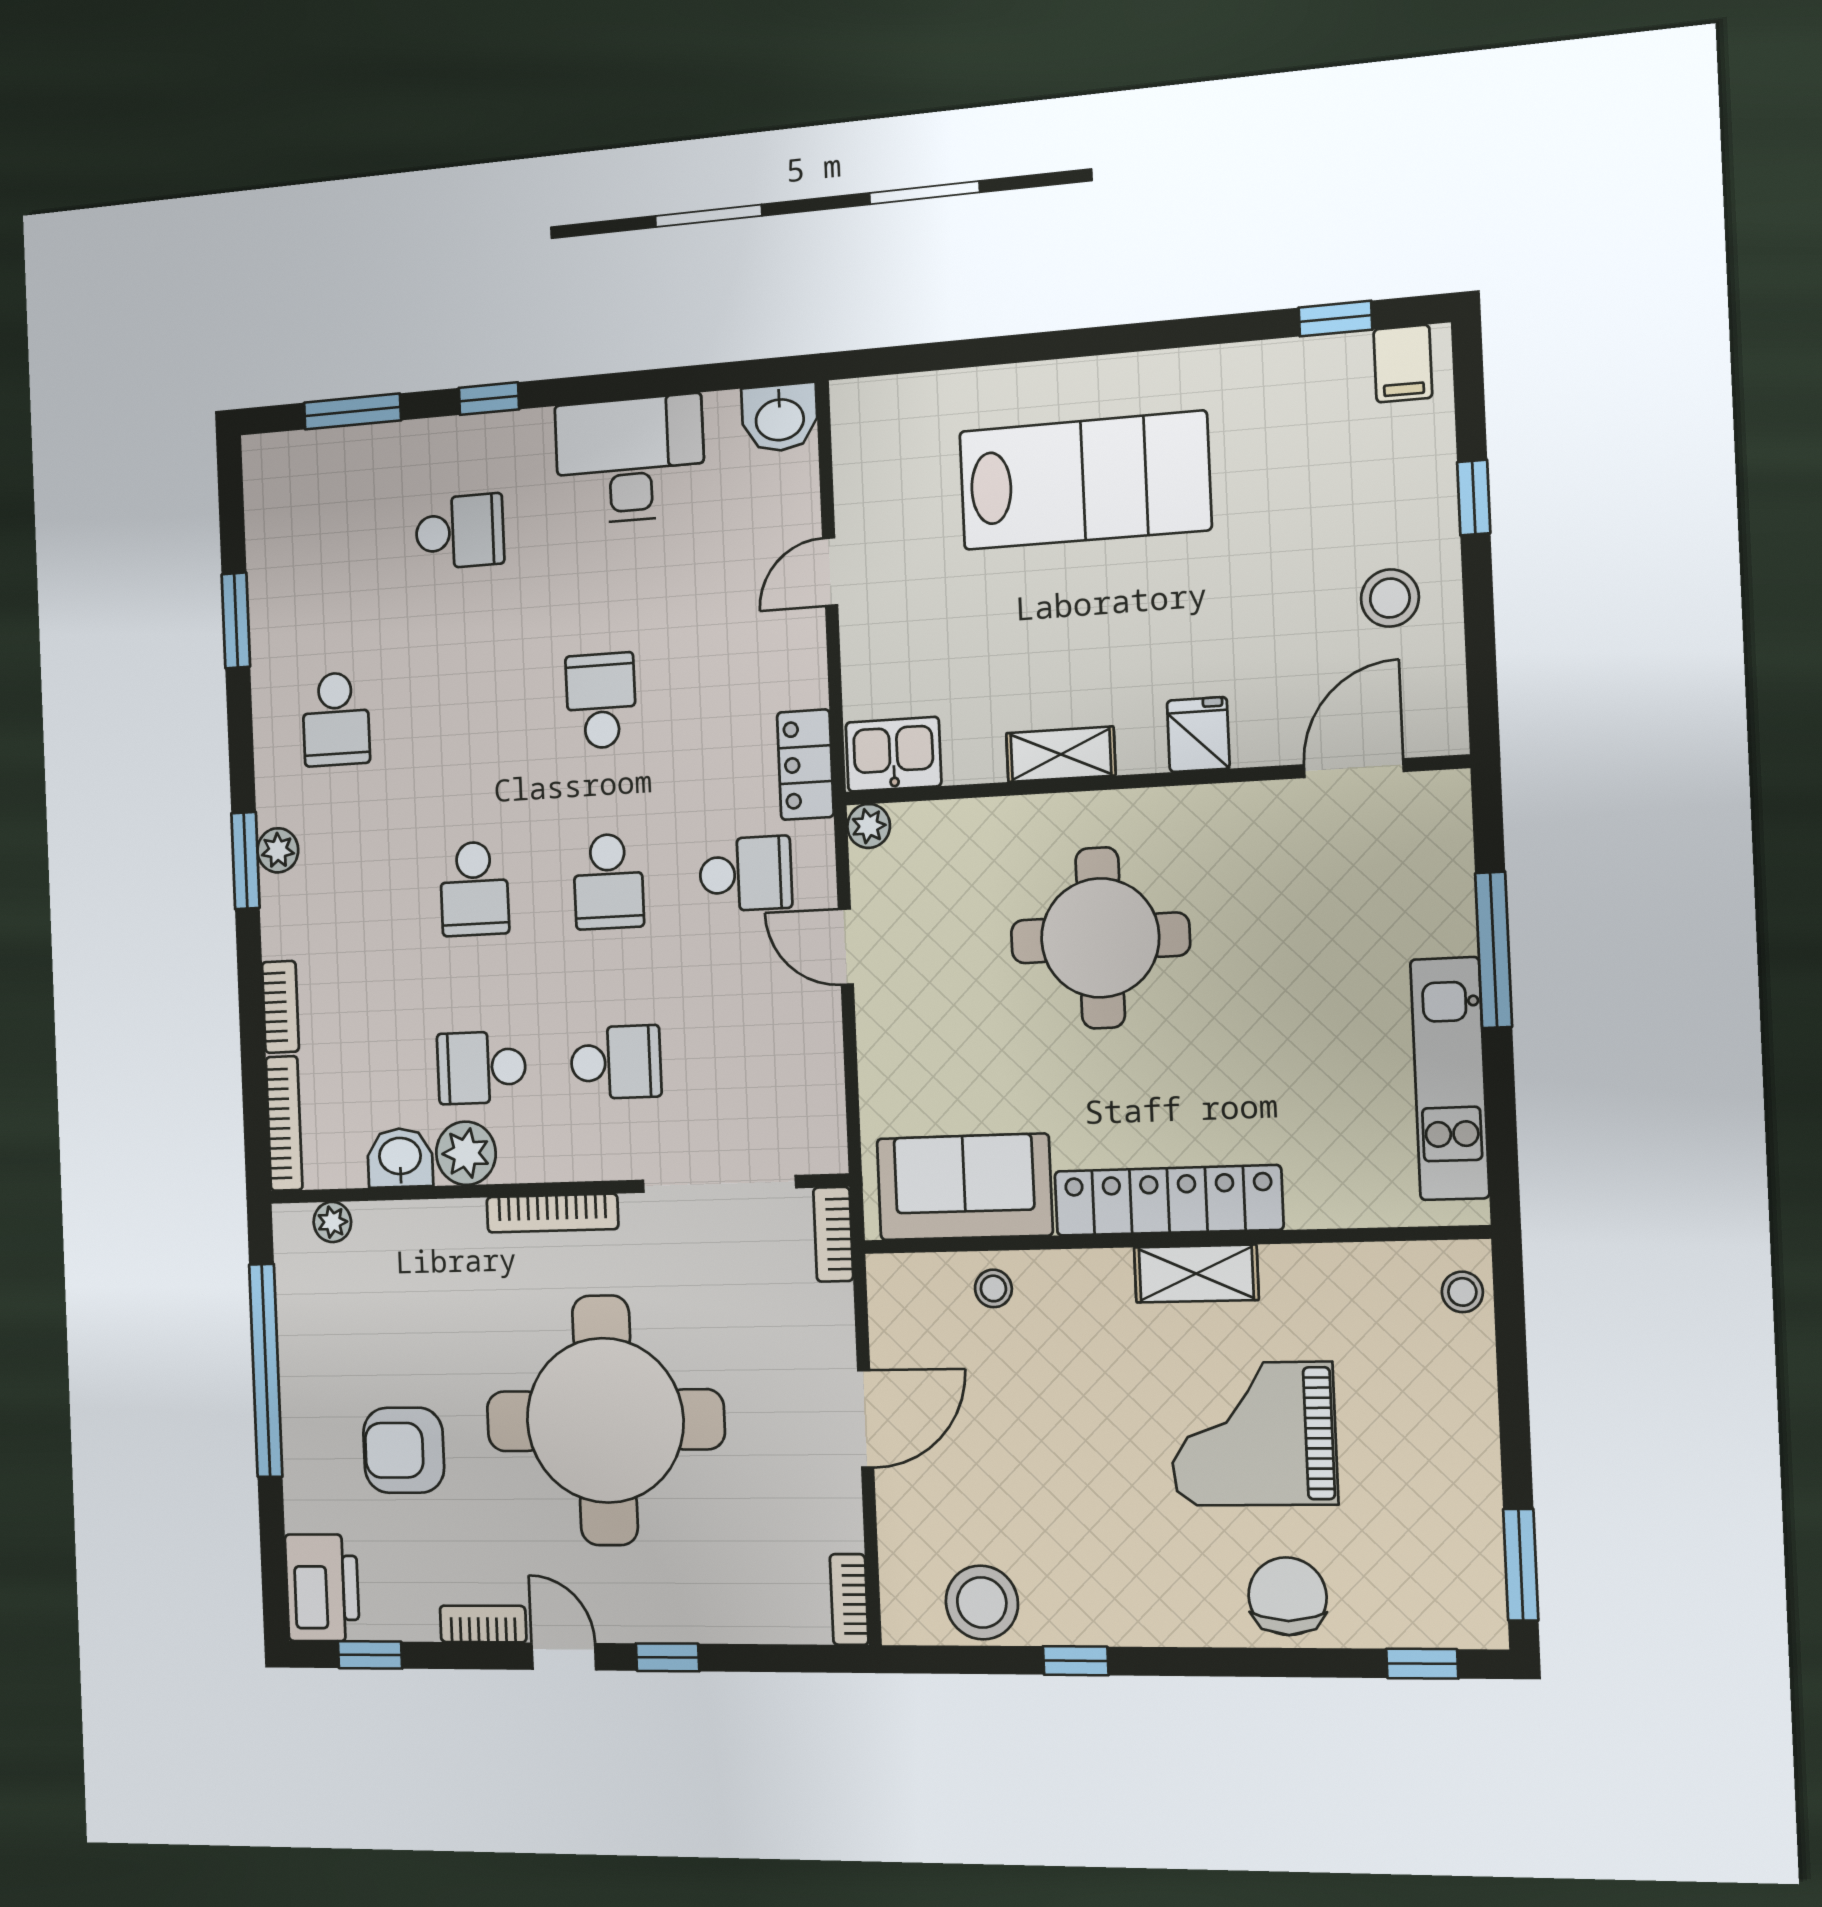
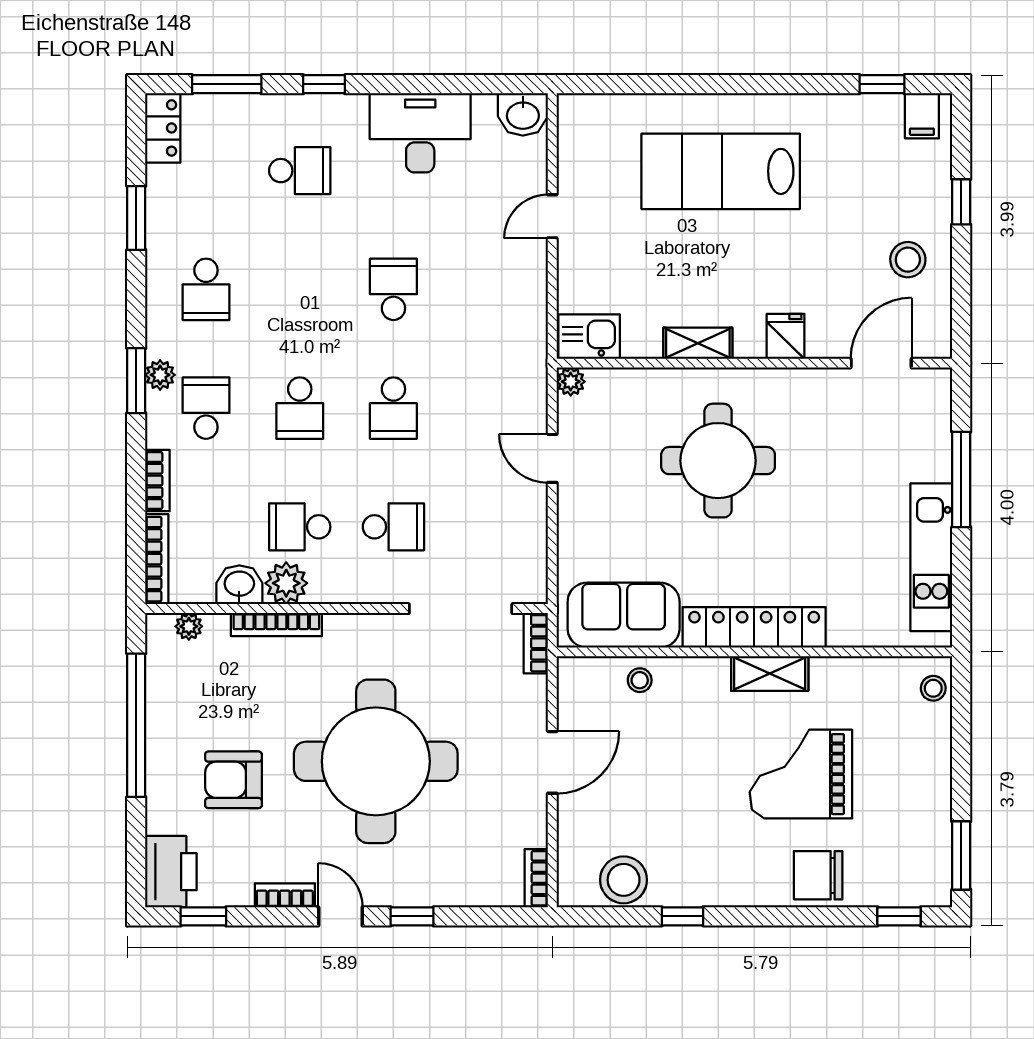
lab bench: (1085, 480) -> (721, 171), turned 180
locker: (805, 765) -> (163, 128), moved, turned 180
school desk: (746, 874) -> (206, 408), moved, turned -90
bookcase: (552, 1213) -> (276, 625), moved
chair: (1287, 1596) -> (818, 875), turned -90

